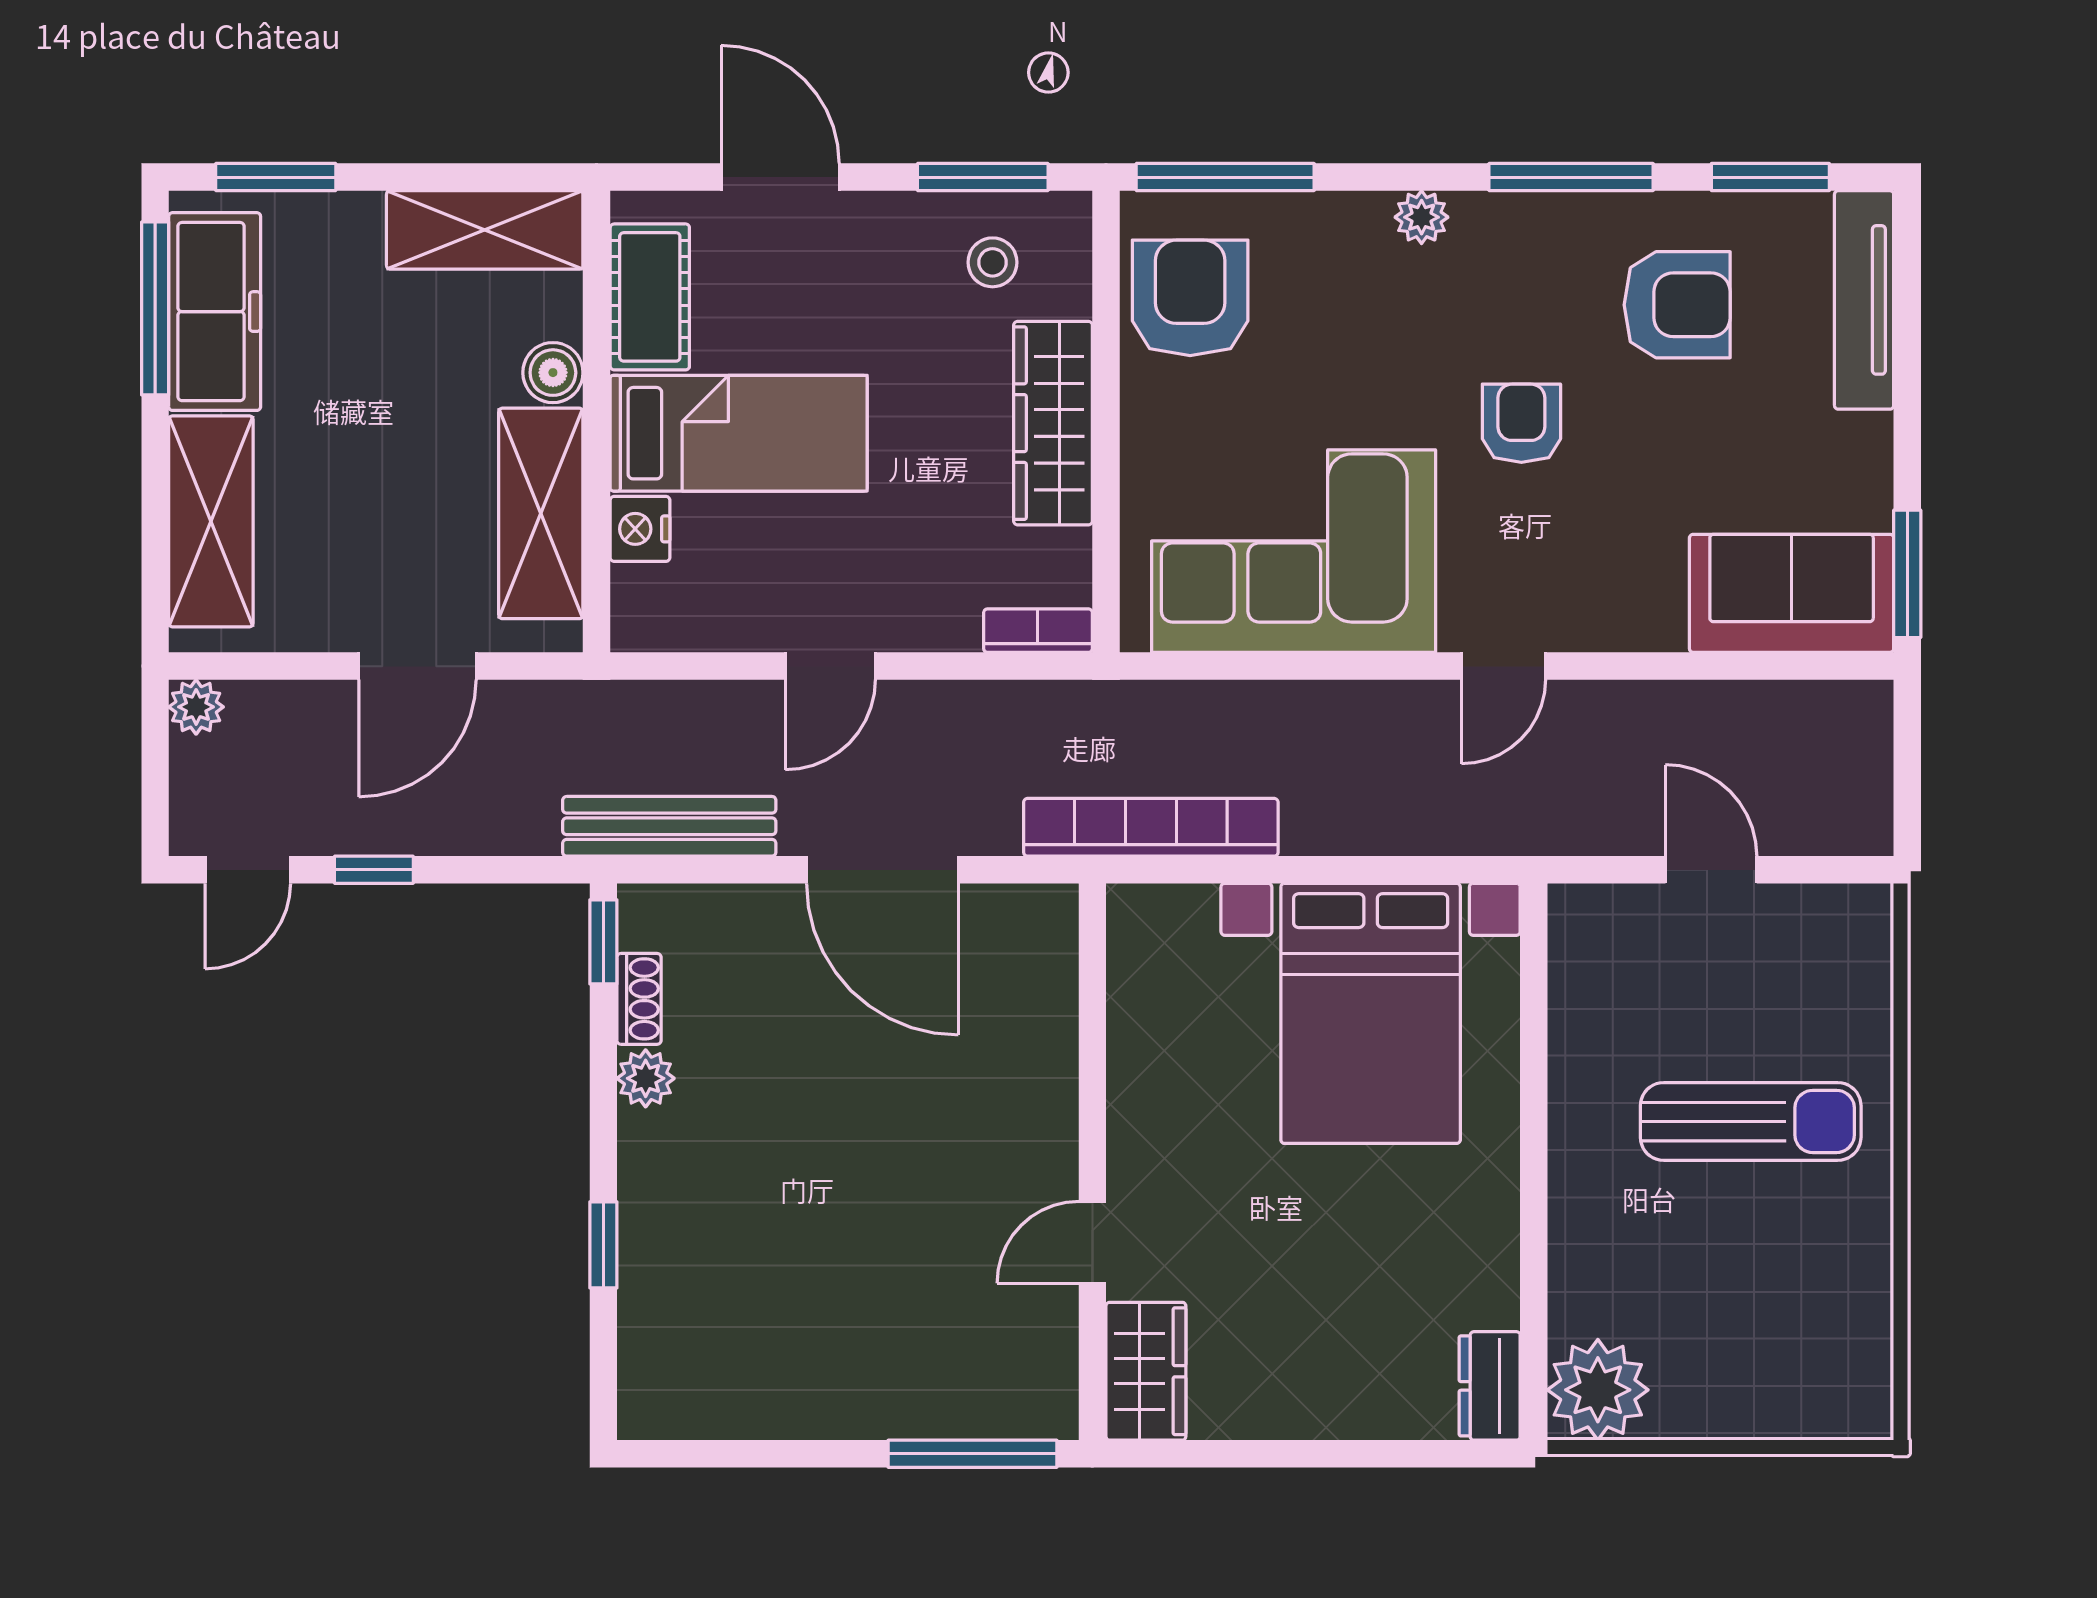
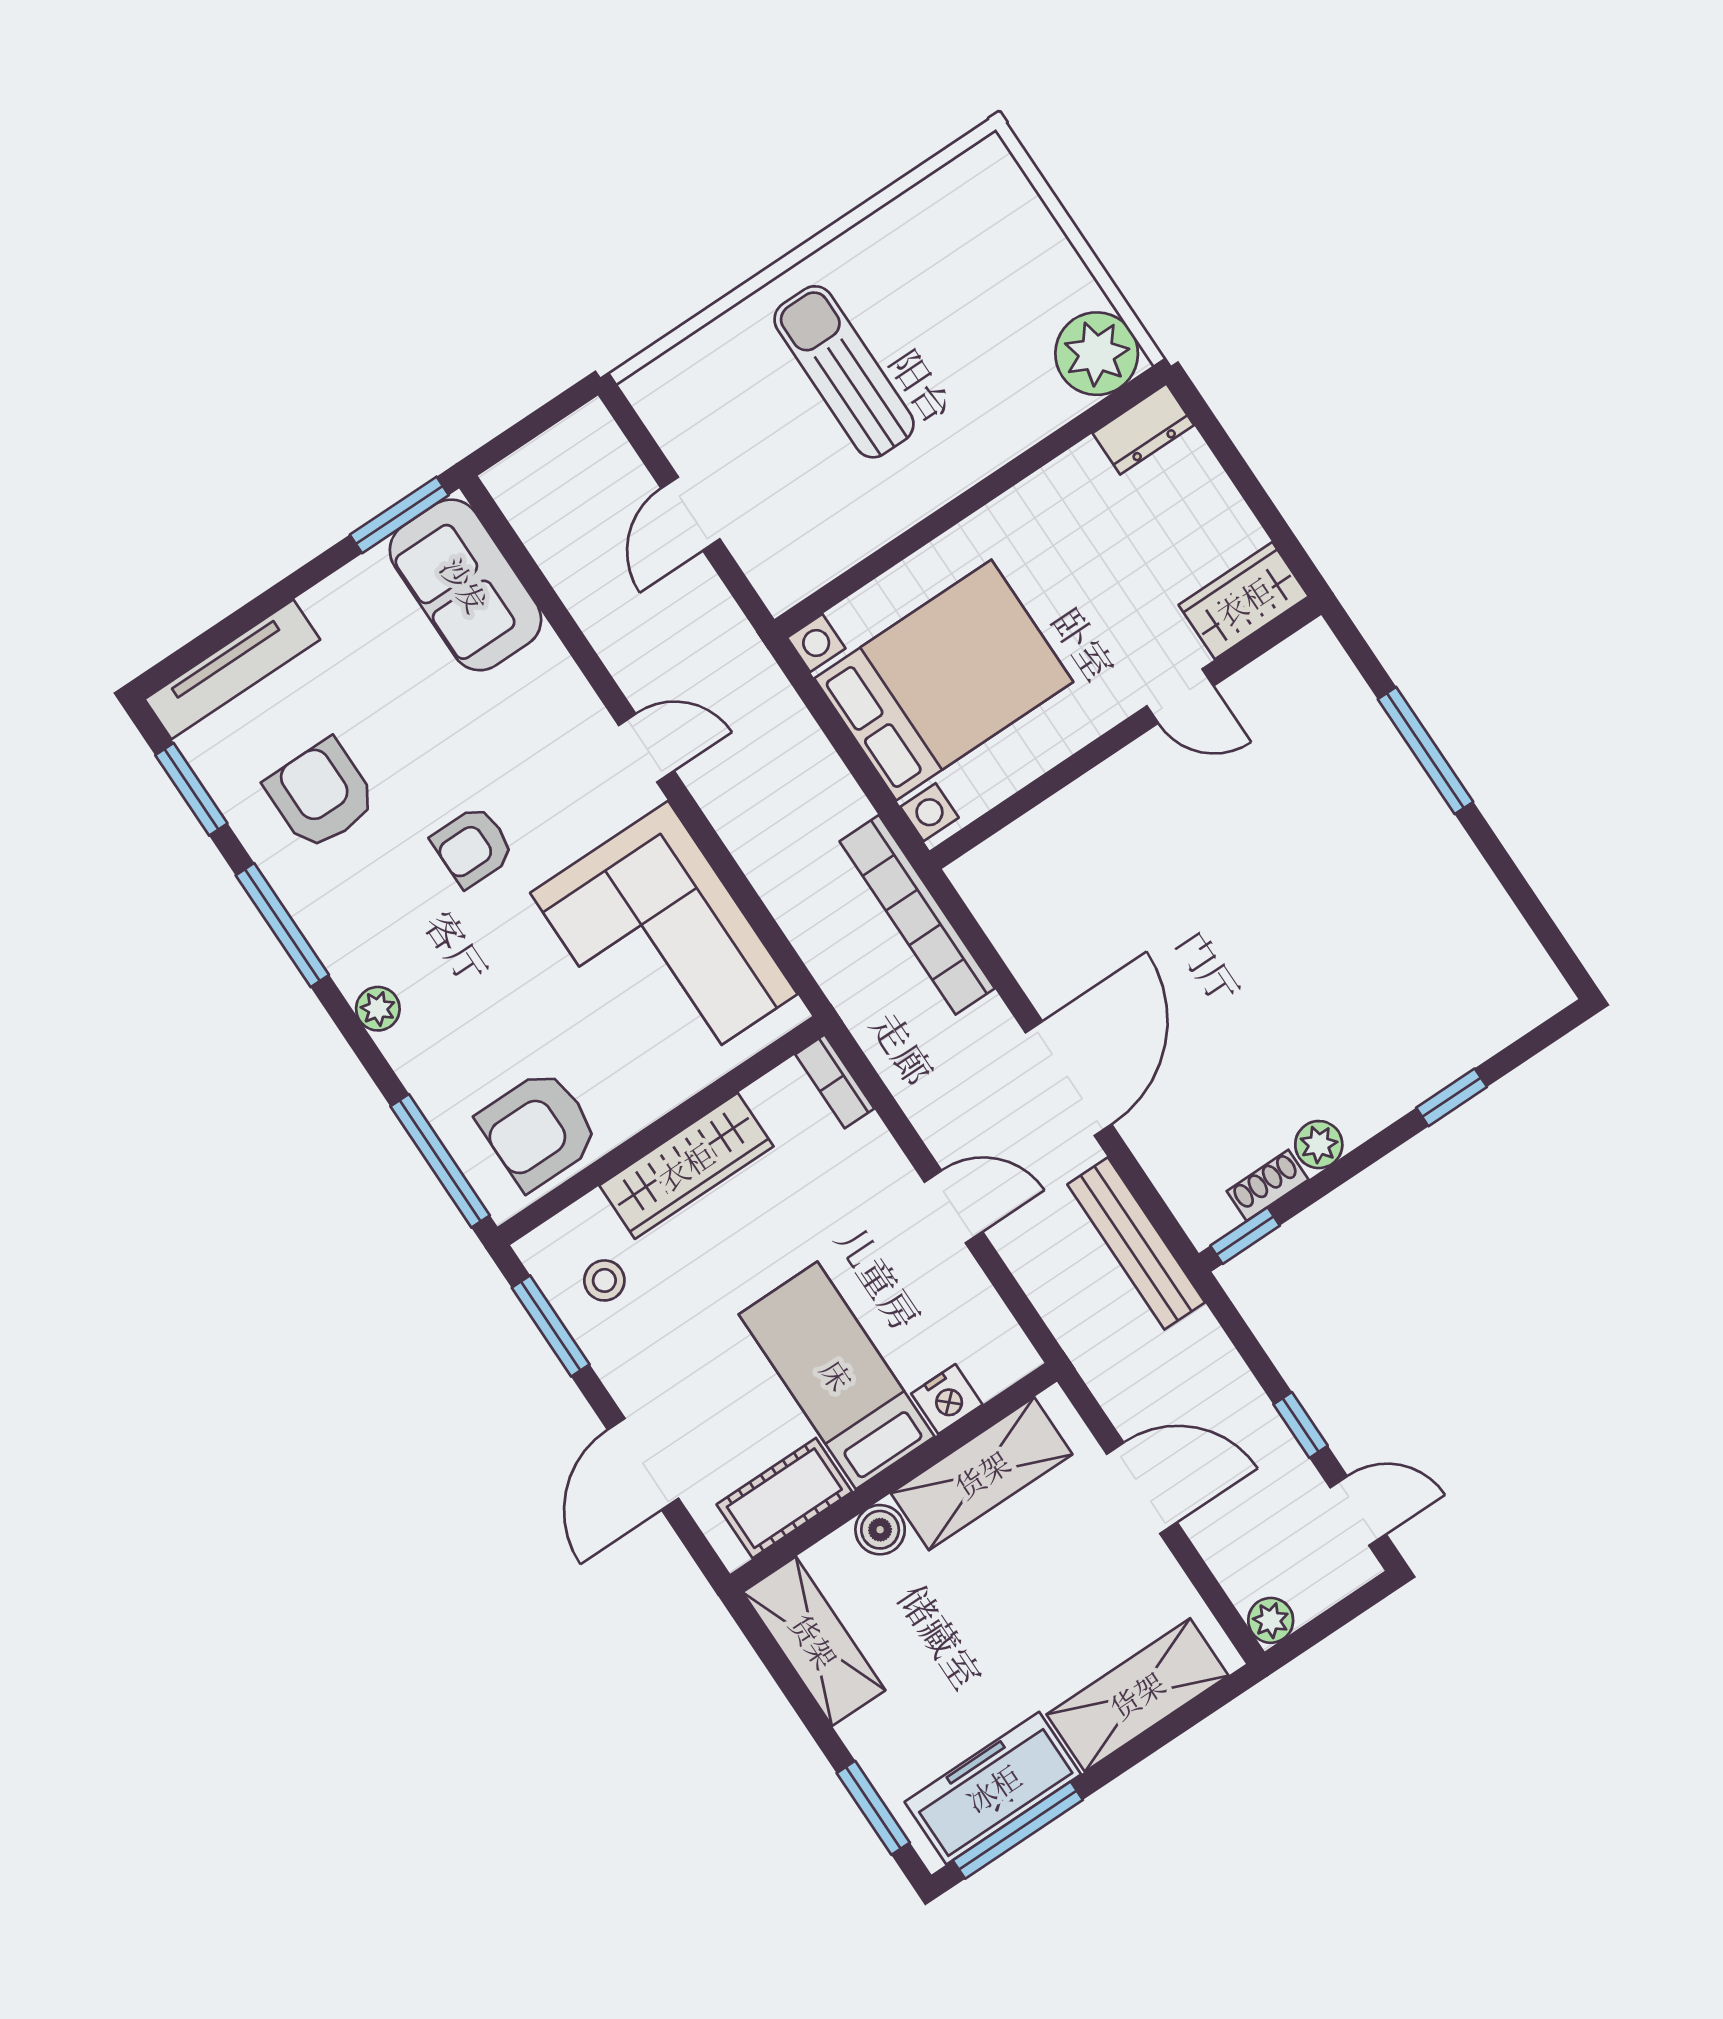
wall: (1092, 1162) -> (1125, 733), moved
door: (1092, 1242) -> (1180, 696), moved
wardrobe: (1146, 1371) -> (1244, 601), moved

